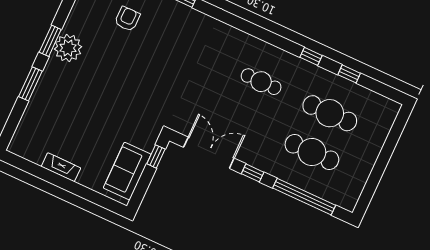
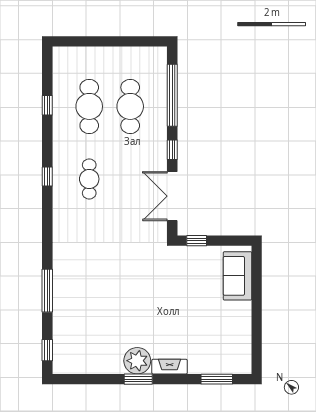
armchair: (127, 19) -> (88, 321), removed
window: (311, 56) -> (47, 176), moved
window: (30, 84) -> (217, 379), moved
fireplace: (61, 167) -> (170, 367), moved, turned 90
sofa: (127, 171) -> (237, 276), moved, turned 90

